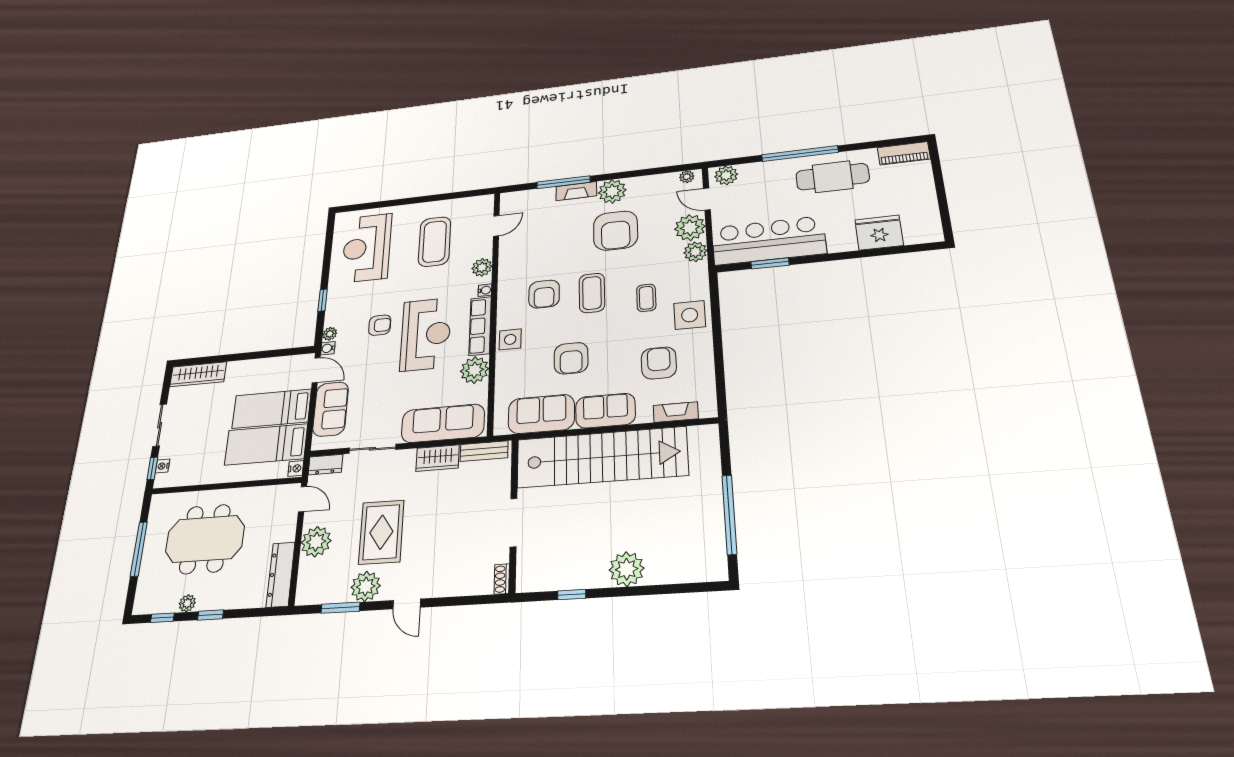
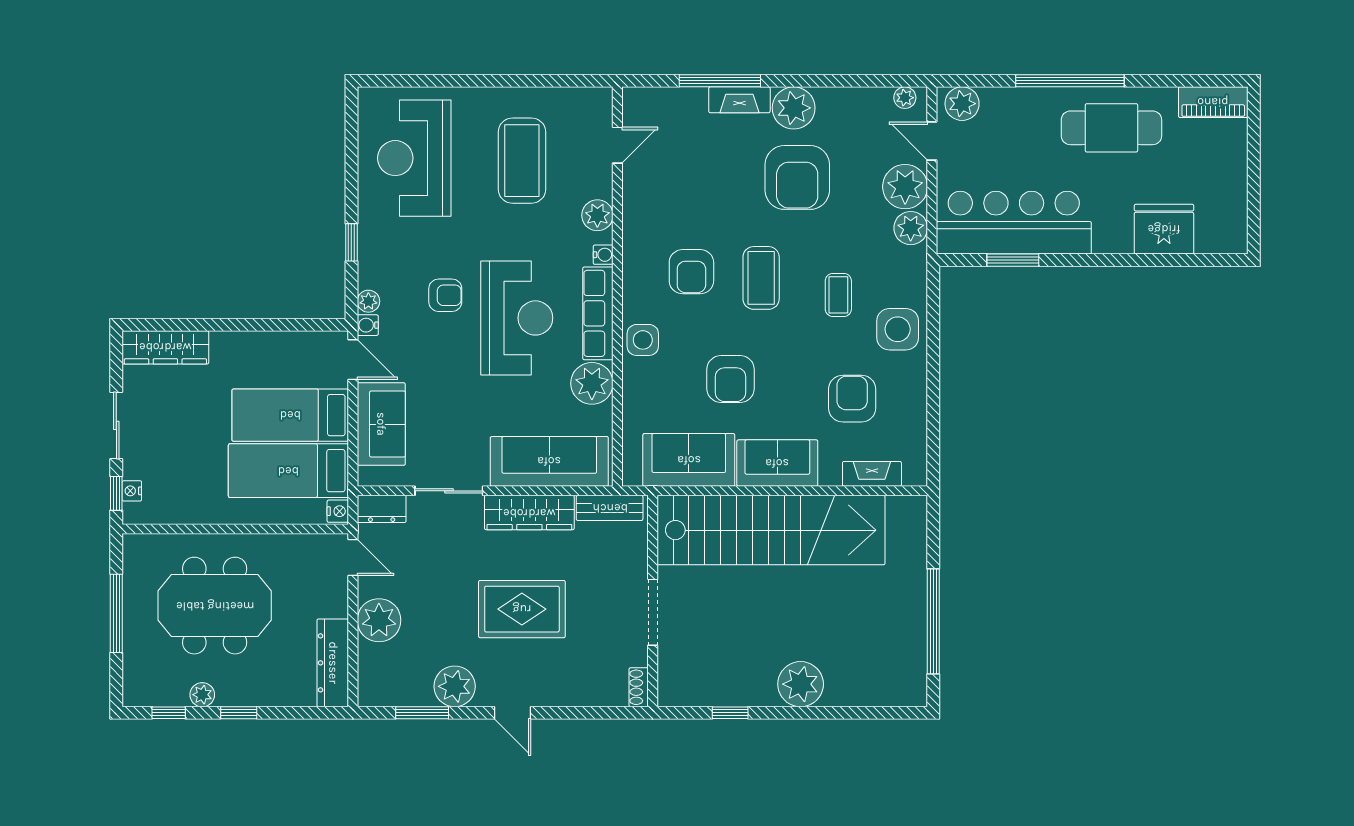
wardrobe: (438, 458) -> (529, 513), width x1.50
rug: (381, 532) -> (522, 609), moved, turned 90

